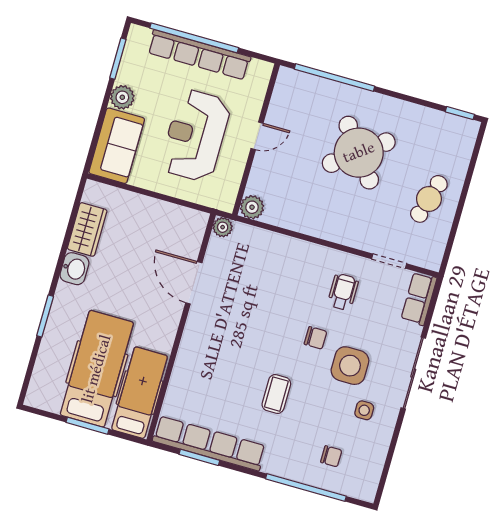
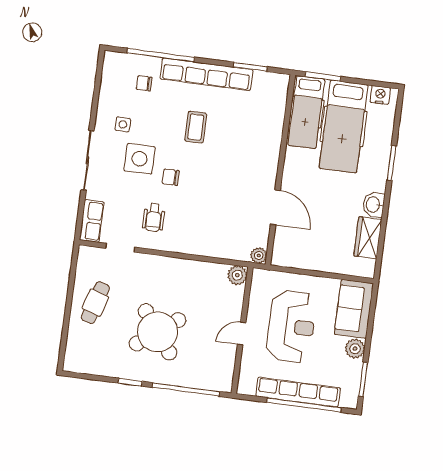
window: (460, 113) -> (130, 382), moved
nightstand: (47, 400) -> (380, 95), added
window: (87, 426) -> (323, 76), moved
row of seats: (209, 444) -> (206, 74), moved

